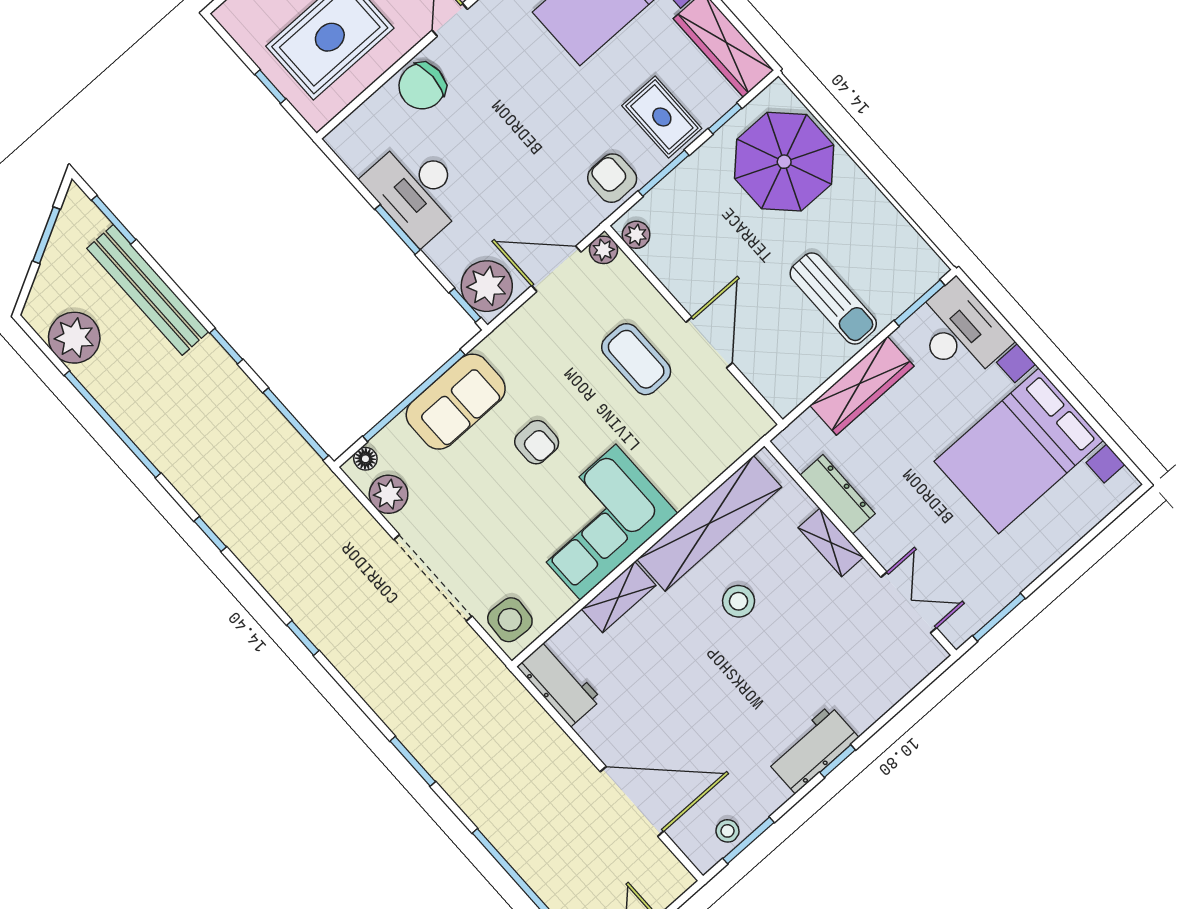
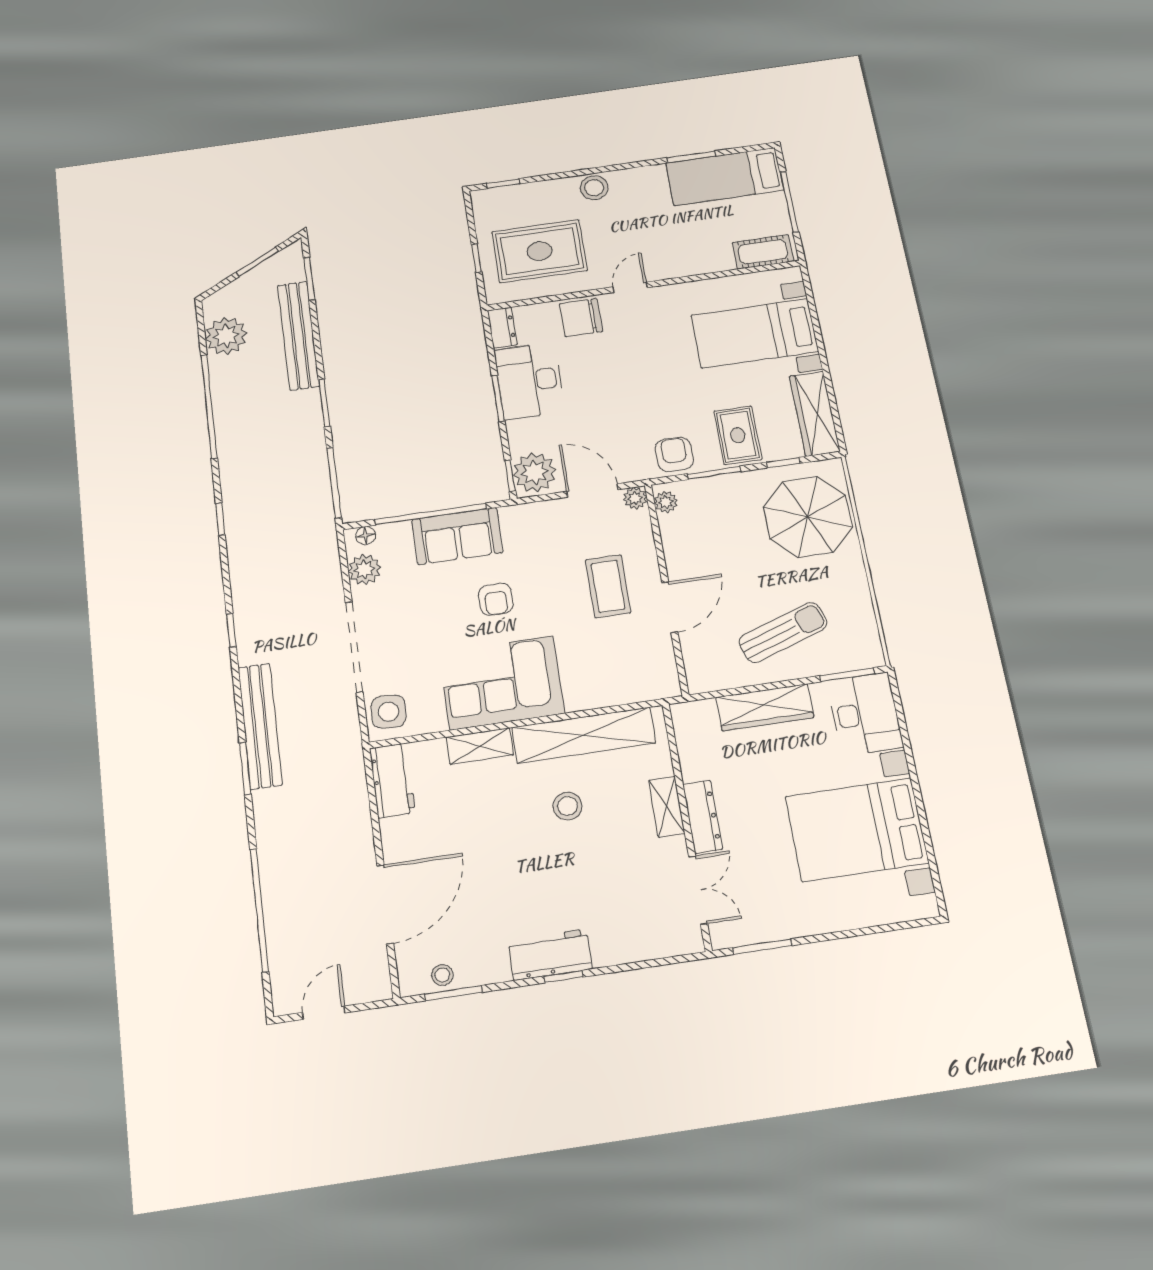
dresser: (349, 148) -> (502, 328), added
sun lounger: (833, 299) -> (783, 632), turned -109
window: (226, 346) -> (324, 403), width x1.50
dresser: (838, 494) -> (703, 817), moved
bench: (398, 712) -> (260, 726), added
door: (632, 801) -> (385, 904), hinge flipped

